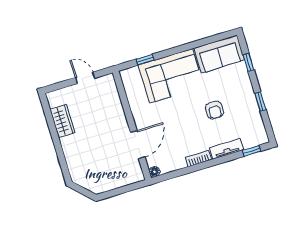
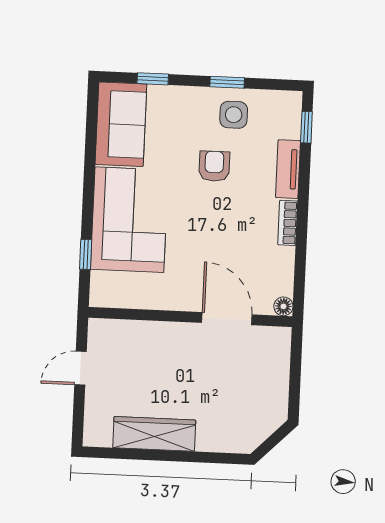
armchair: (214, 110) -> (214, 166), turned -90
side table: (245, 111) -> (234, 115), added
wardrobe: (62, 121) -> (154, 434), width x1.50

